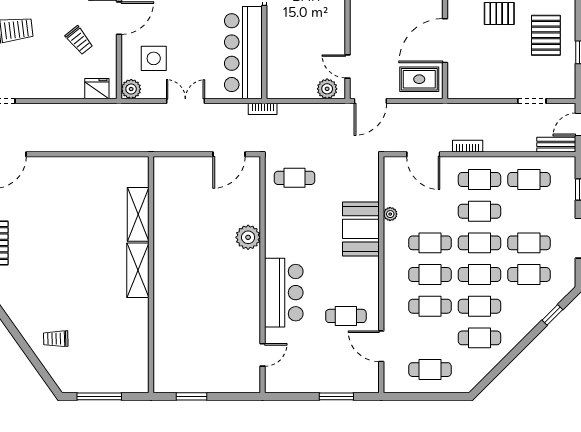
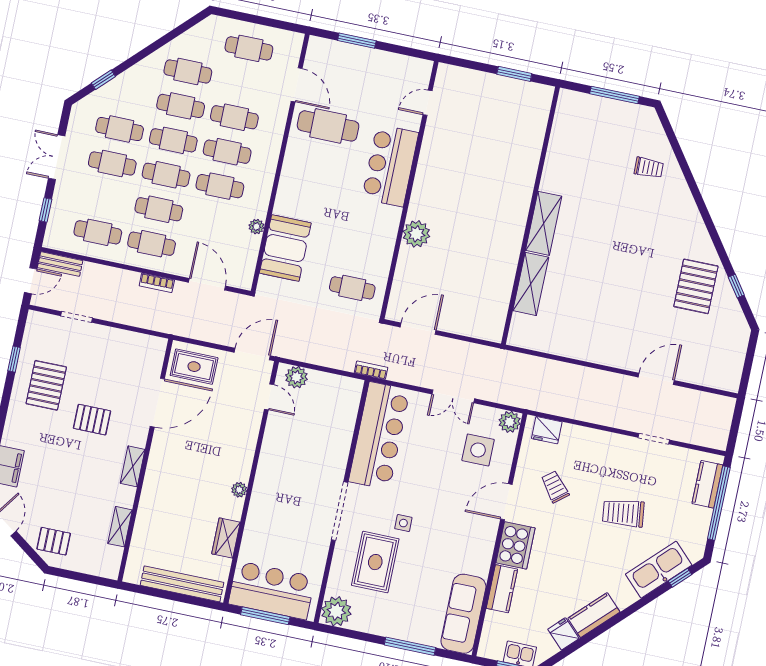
booth: (361, 229) -> (285, 248), moved
cafe table: (346, 316) -> (328, 126), width x1.37, depth x1.35

